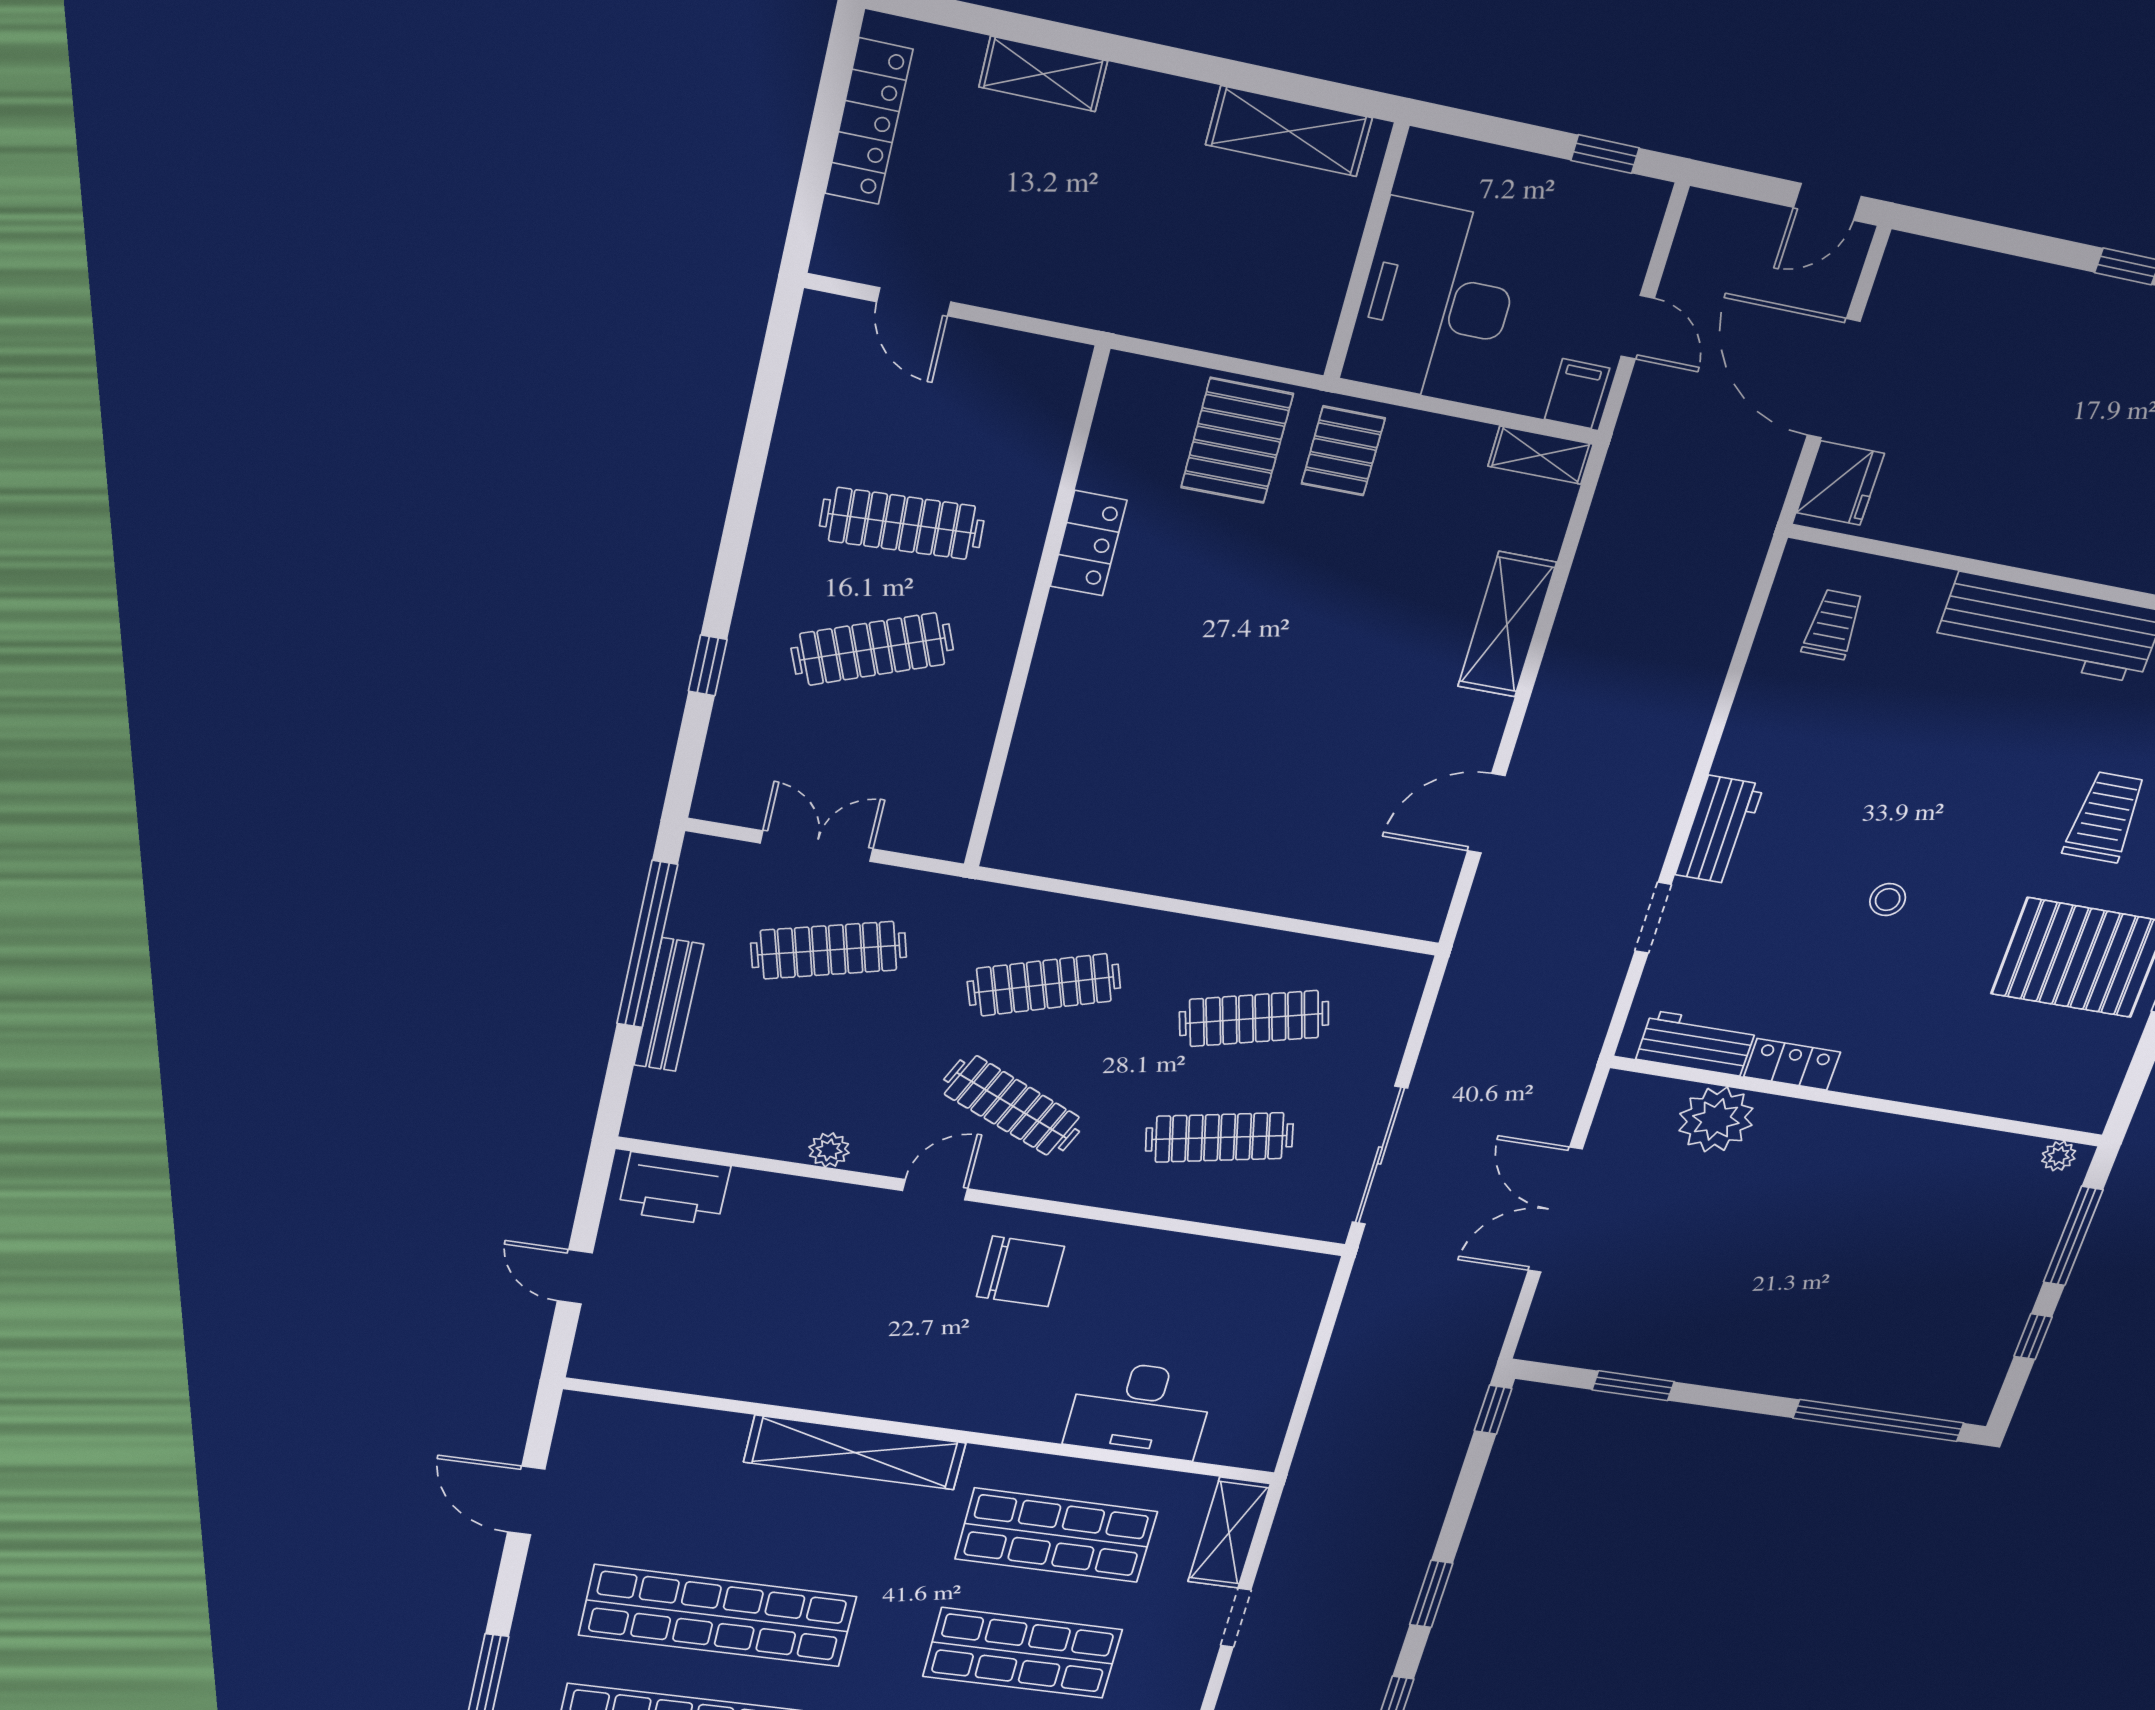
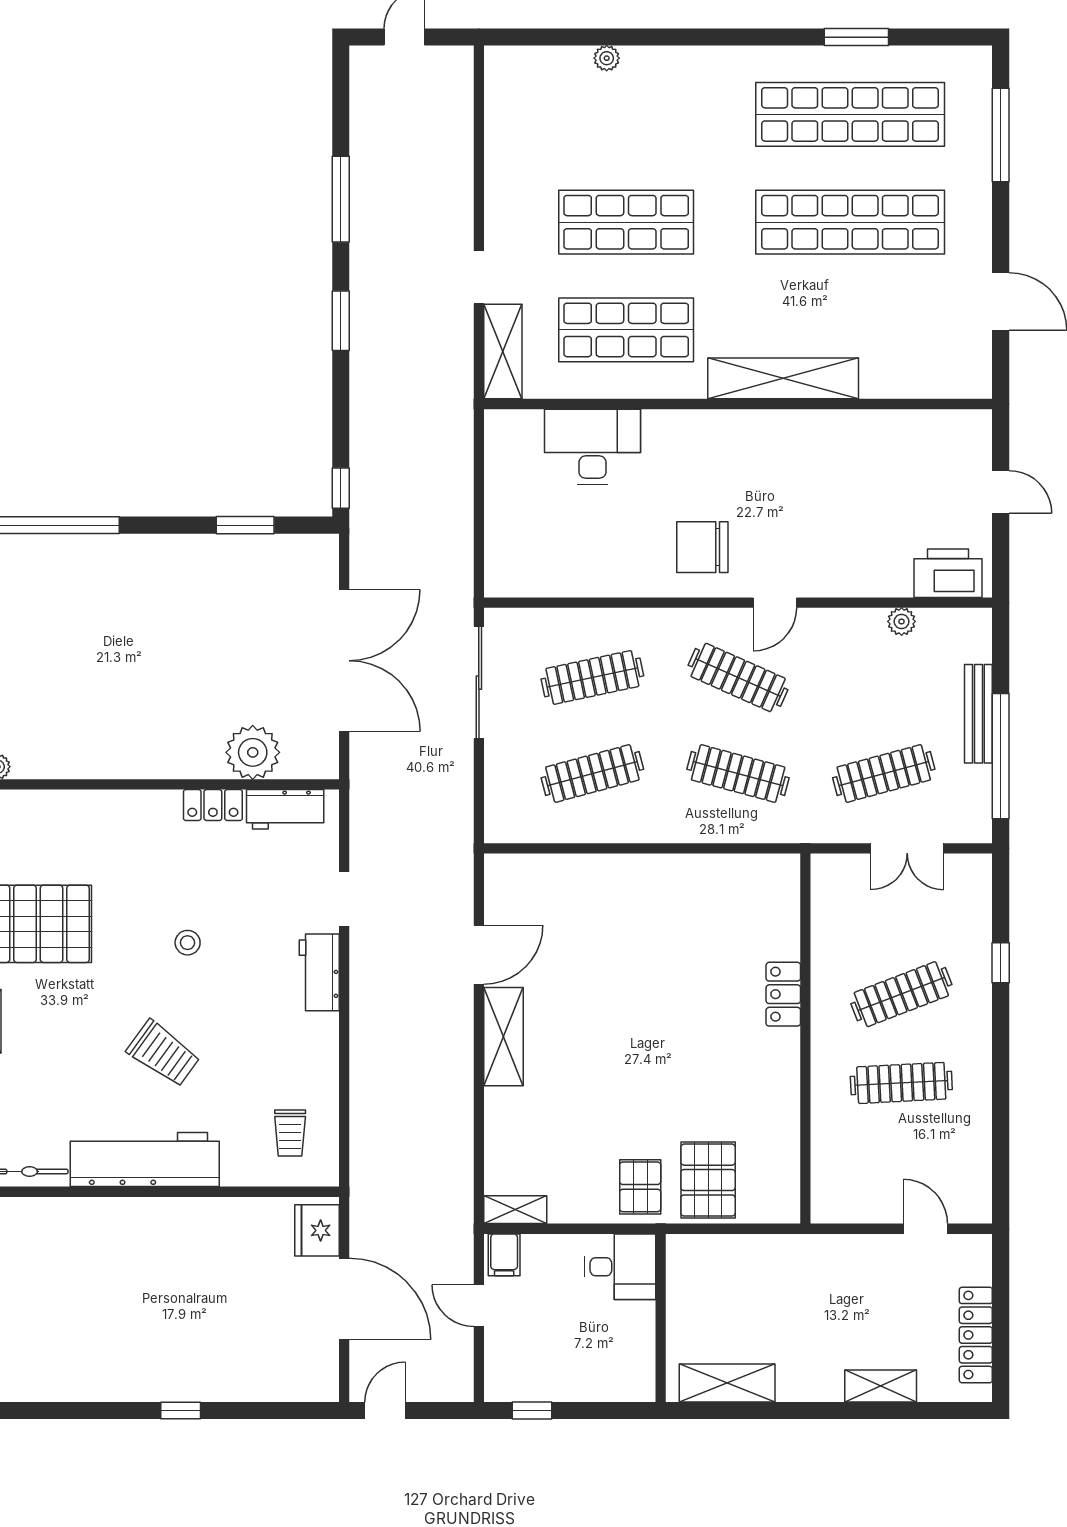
desk: (1435, 302) -> (620, 1267), width x0.53, depth x0.77
locker: (1089, 543) -> (783, 994), moved
shelving: (1507, 625) -> (504, 1037), moved
trolley: (2105, 817) -> (163, 1054), moved, turned -54
clothes rail: (1044, 985) -> (738, 773), turned 33
plant: (829, 1150) -> (902, 621), moved
double door: (1555, 1210) -> (344, 661), width x1.36

